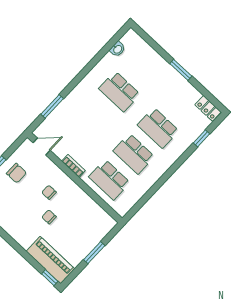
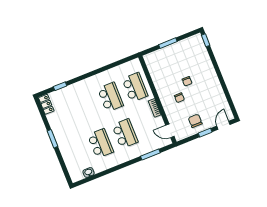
school desk: (158, 128) -> (125, 134), moved
piano: (50, 260) -> (200, 52), removed

